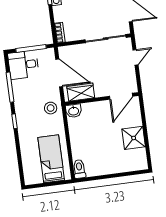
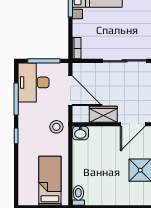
desk: (23, 65) -> (34, 82), width x1.37
wardrobe: (81, 92) -> (103, 114), moved

